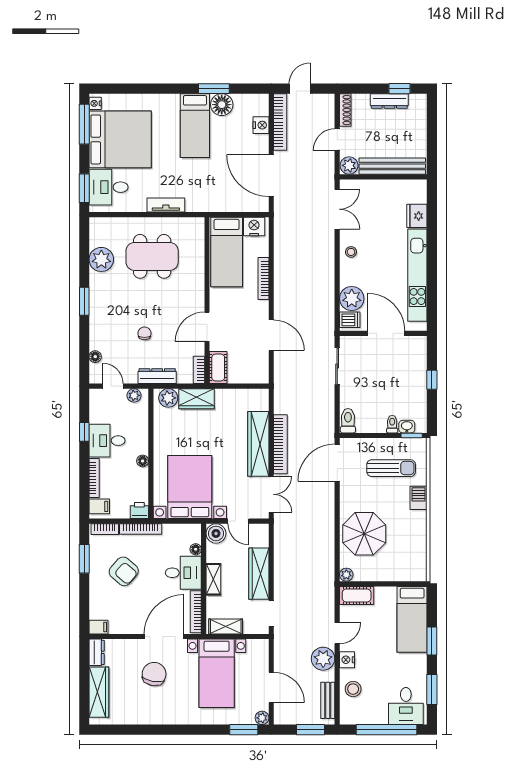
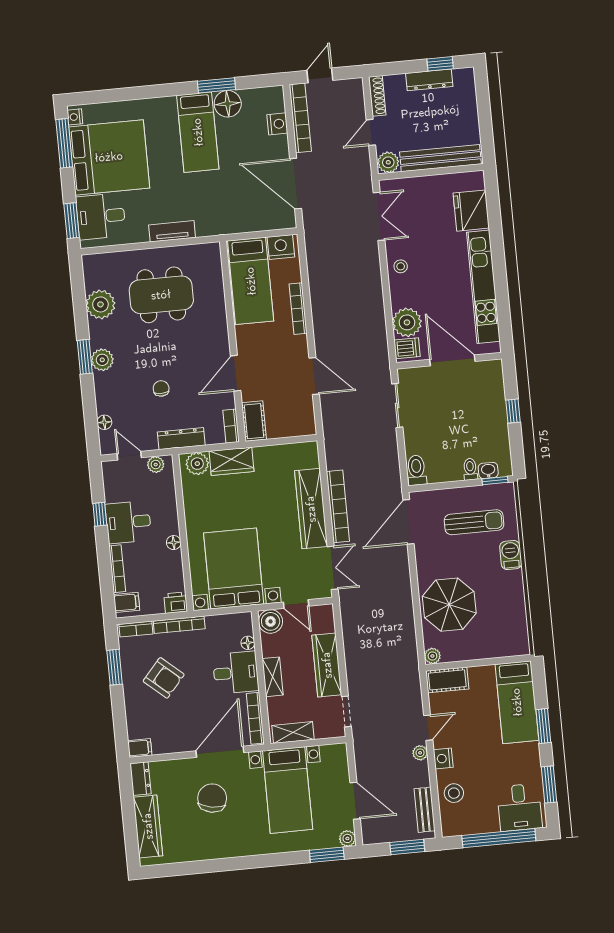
fridge: (417, 216) -> (471, 211), width x1.36, depth x1.34
plant: (98, 305) -> (102, 360), added
plant: (323, 659) -> (420, 753), width x0.53, depth x0.53

